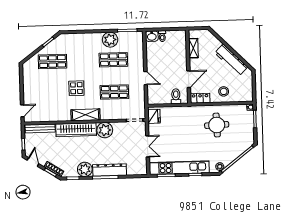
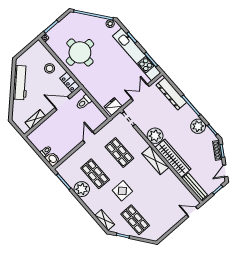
shelving: (72, 38) -> (105, 220), added
display table: (76, 88) -> (122, 191), moved
round table: (217, 125) -> (80, 52), width x1.36, depth x1.36
dresser: (110, 170) -> (171, 94), moved

